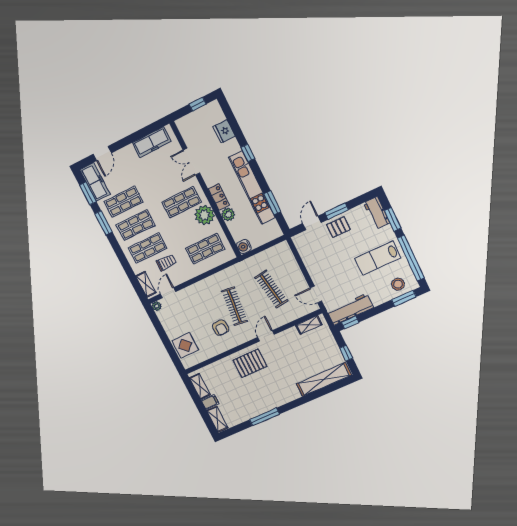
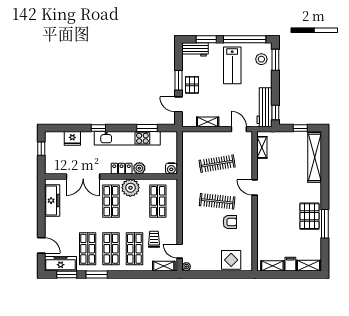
double door: (191, 162) -> (83, 176), width x1.37
shelving: (308, 260) -> (208, 122), added
door: (316, 295) -> (239, 129), swing flipped
pallet: (250, 363) -> (309, 216), moved

